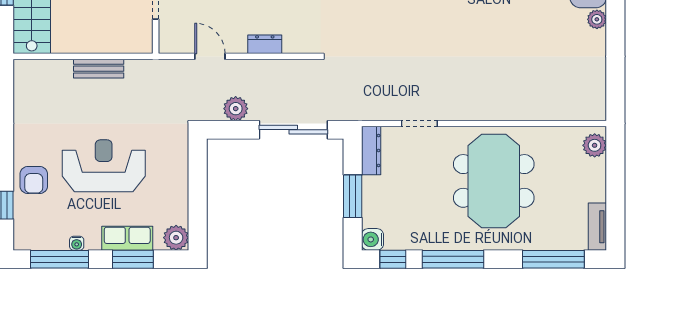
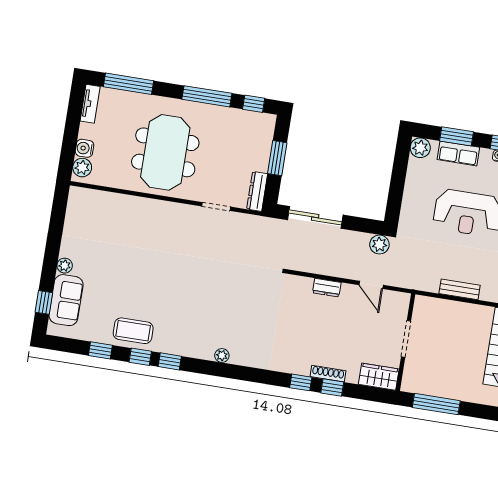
plant: (236, 109) -> (379, 245), moved
water cooler: (372, 239) -> (85, 148), moved, turned 180

